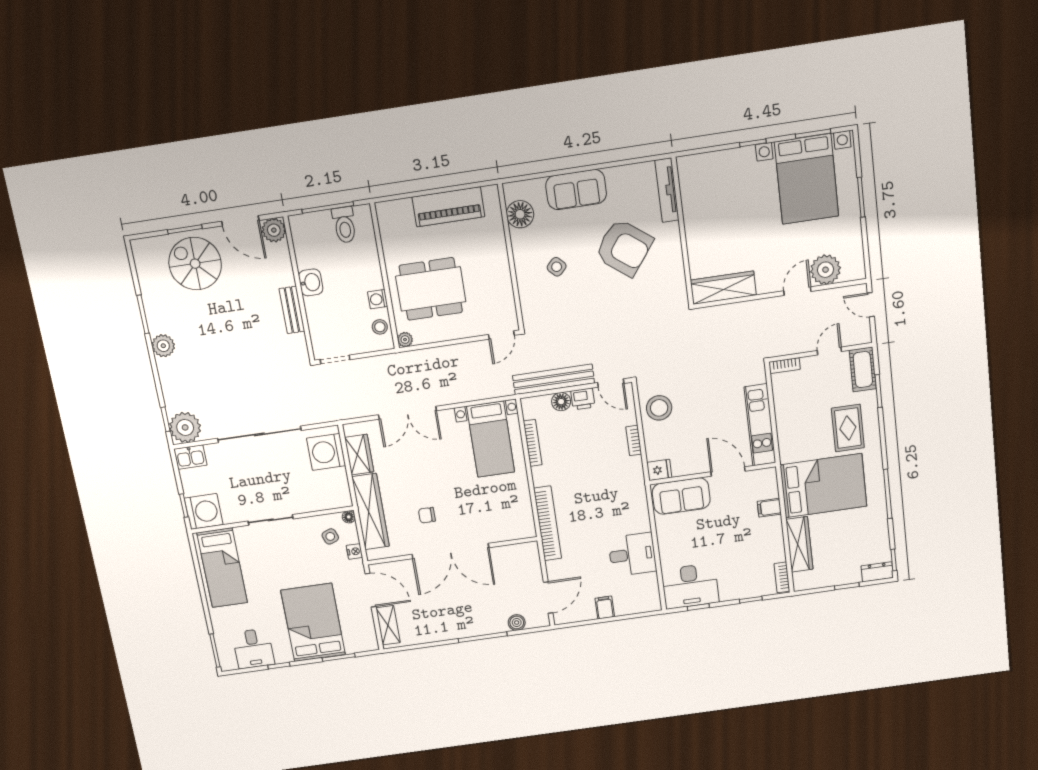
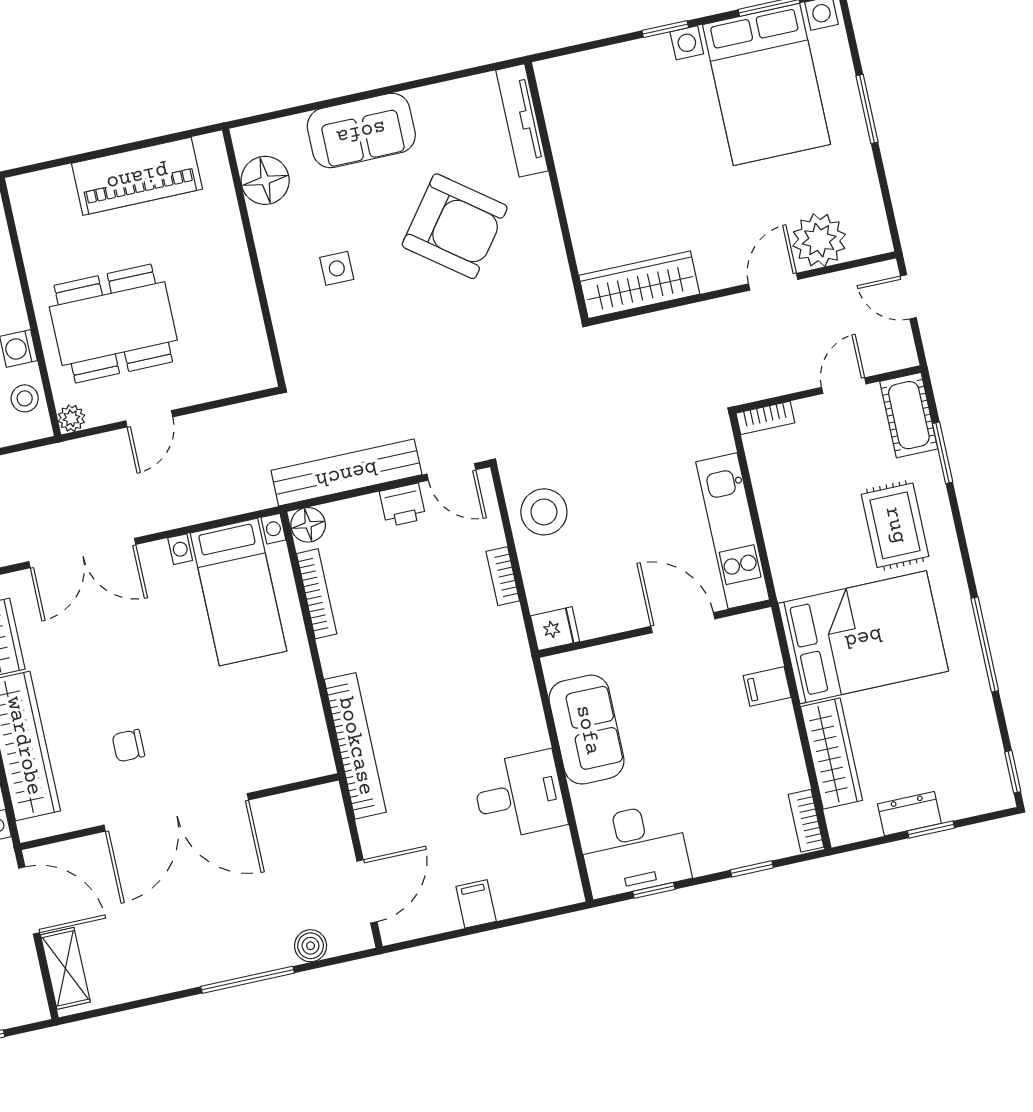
side table: (557, 267) -> (337, 268), turned 45
door: (501, 335) -> (149, 419), moved
floor lamp: (561, 402) -> (308, 525), moved
sofa: (681, 496) -> (587, 730), moved, turned -90
dresser: (877, 572) -> (909, 814), moved

